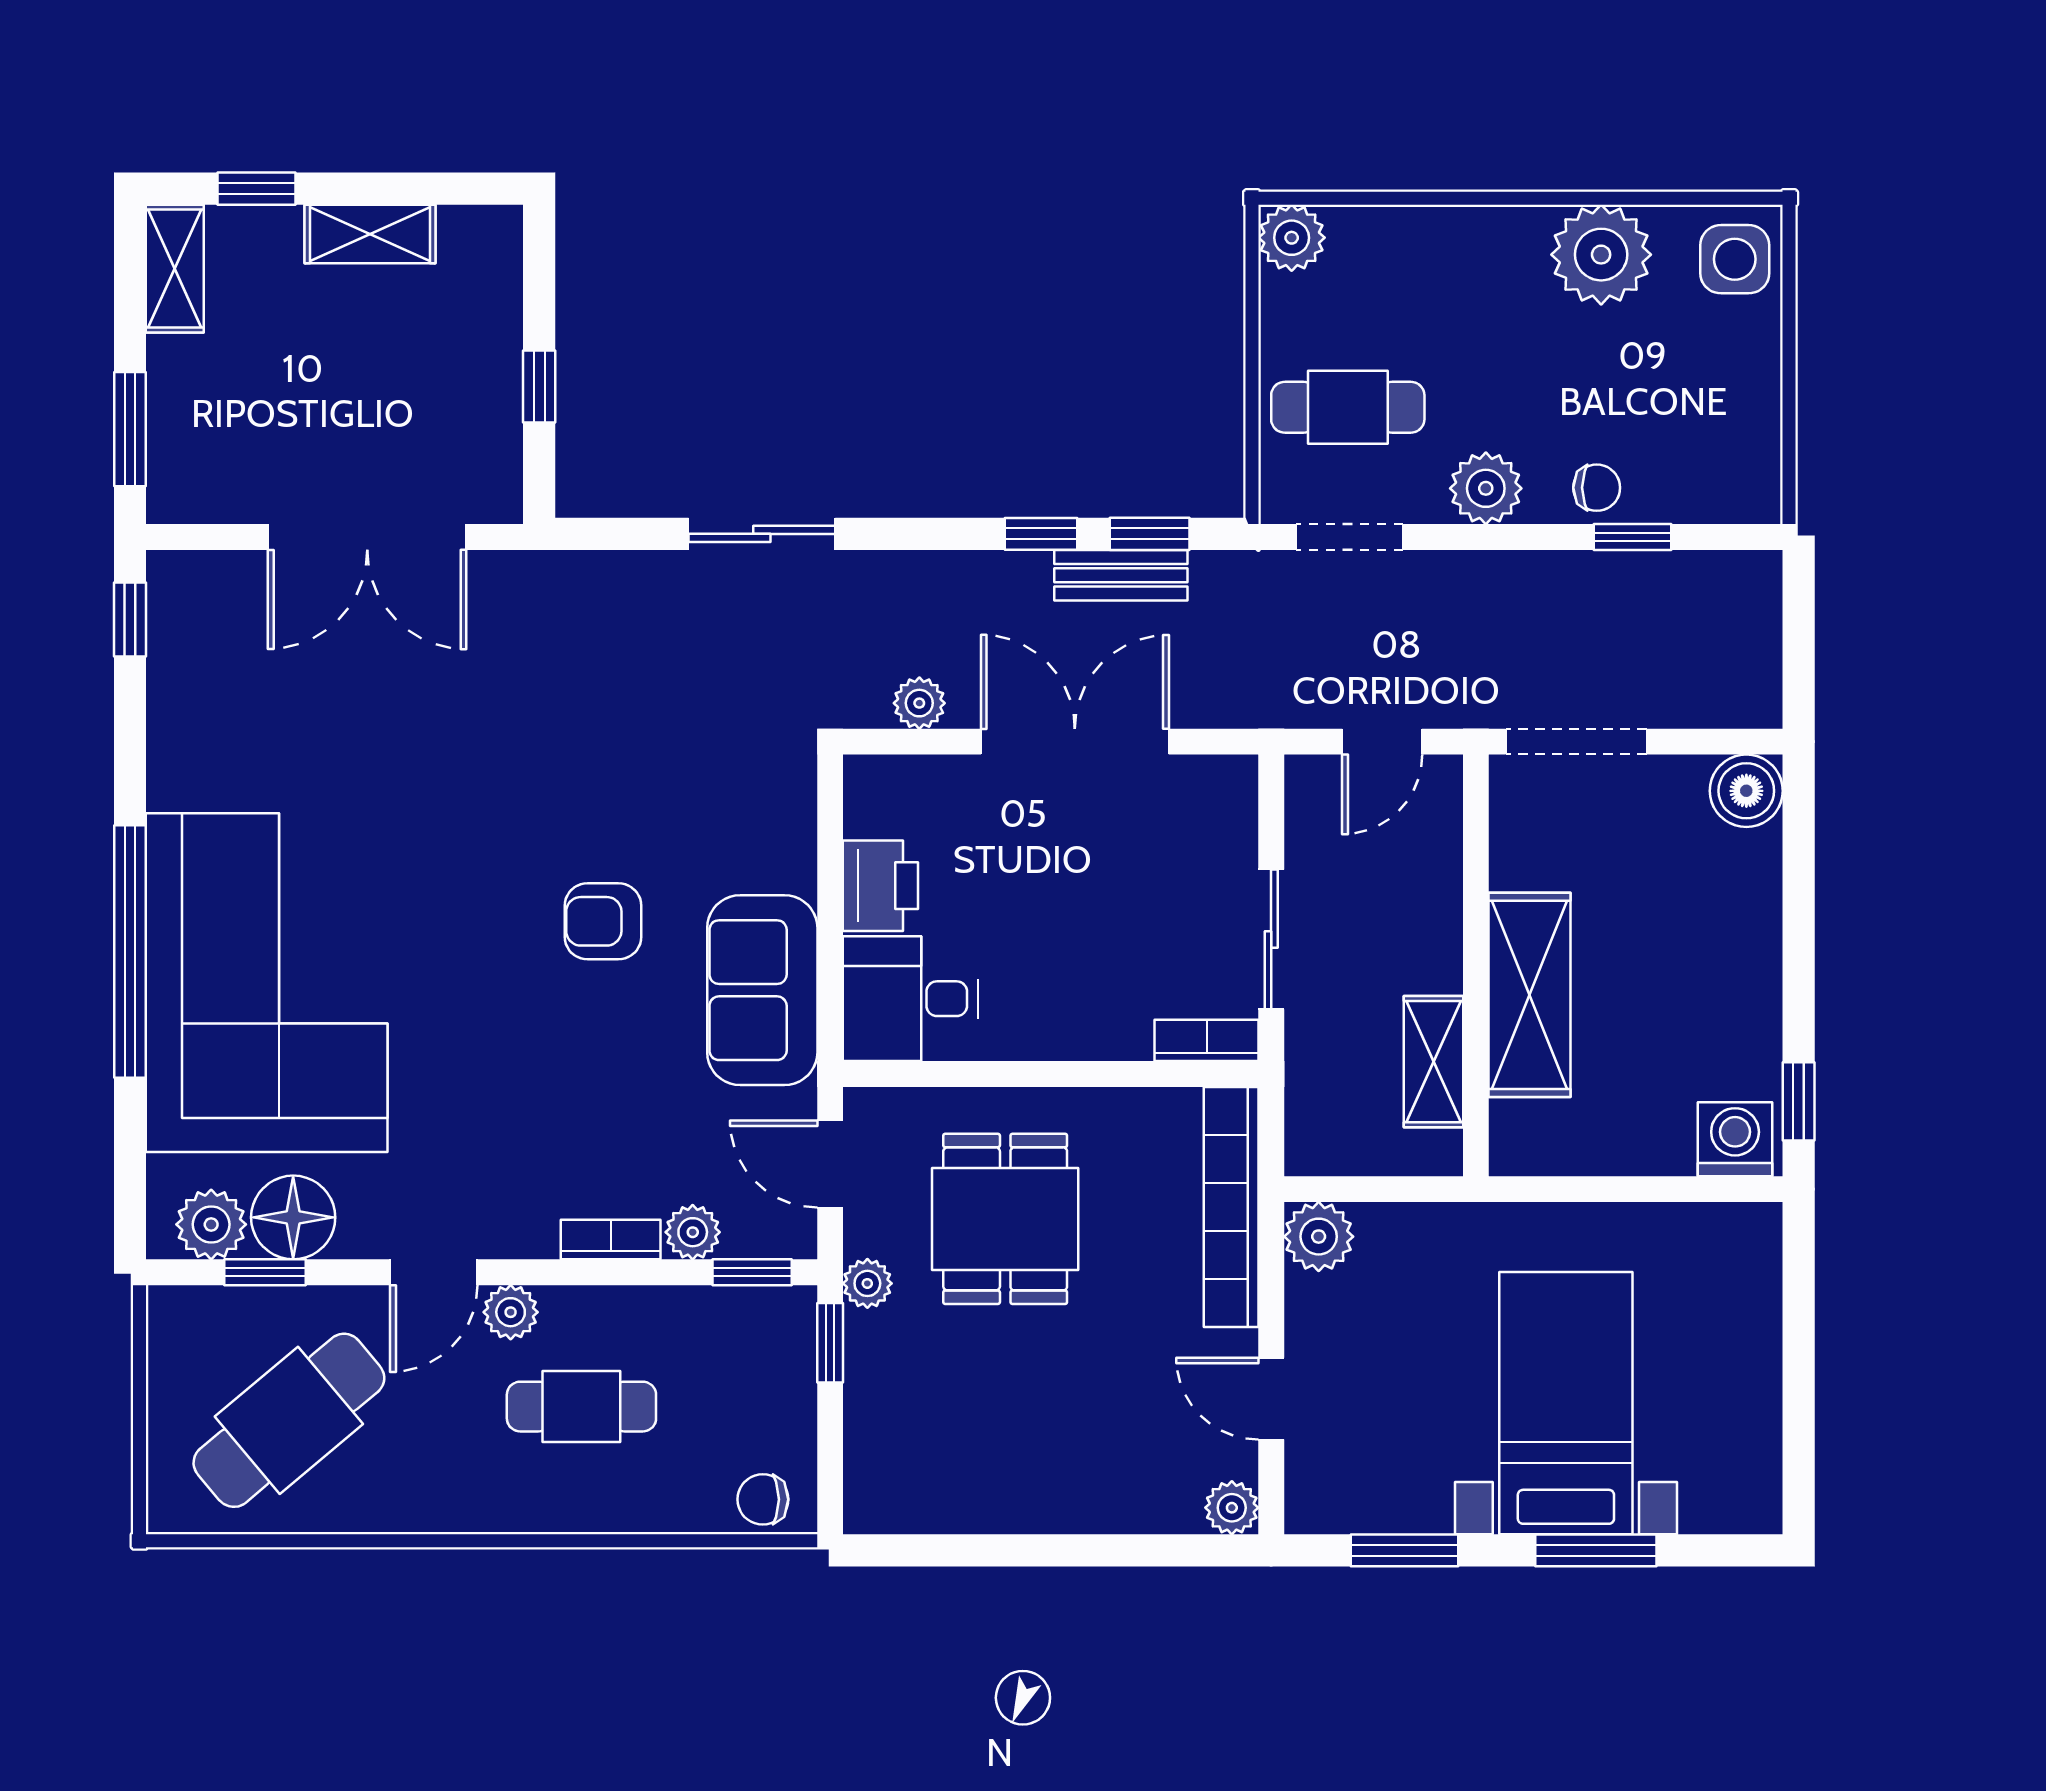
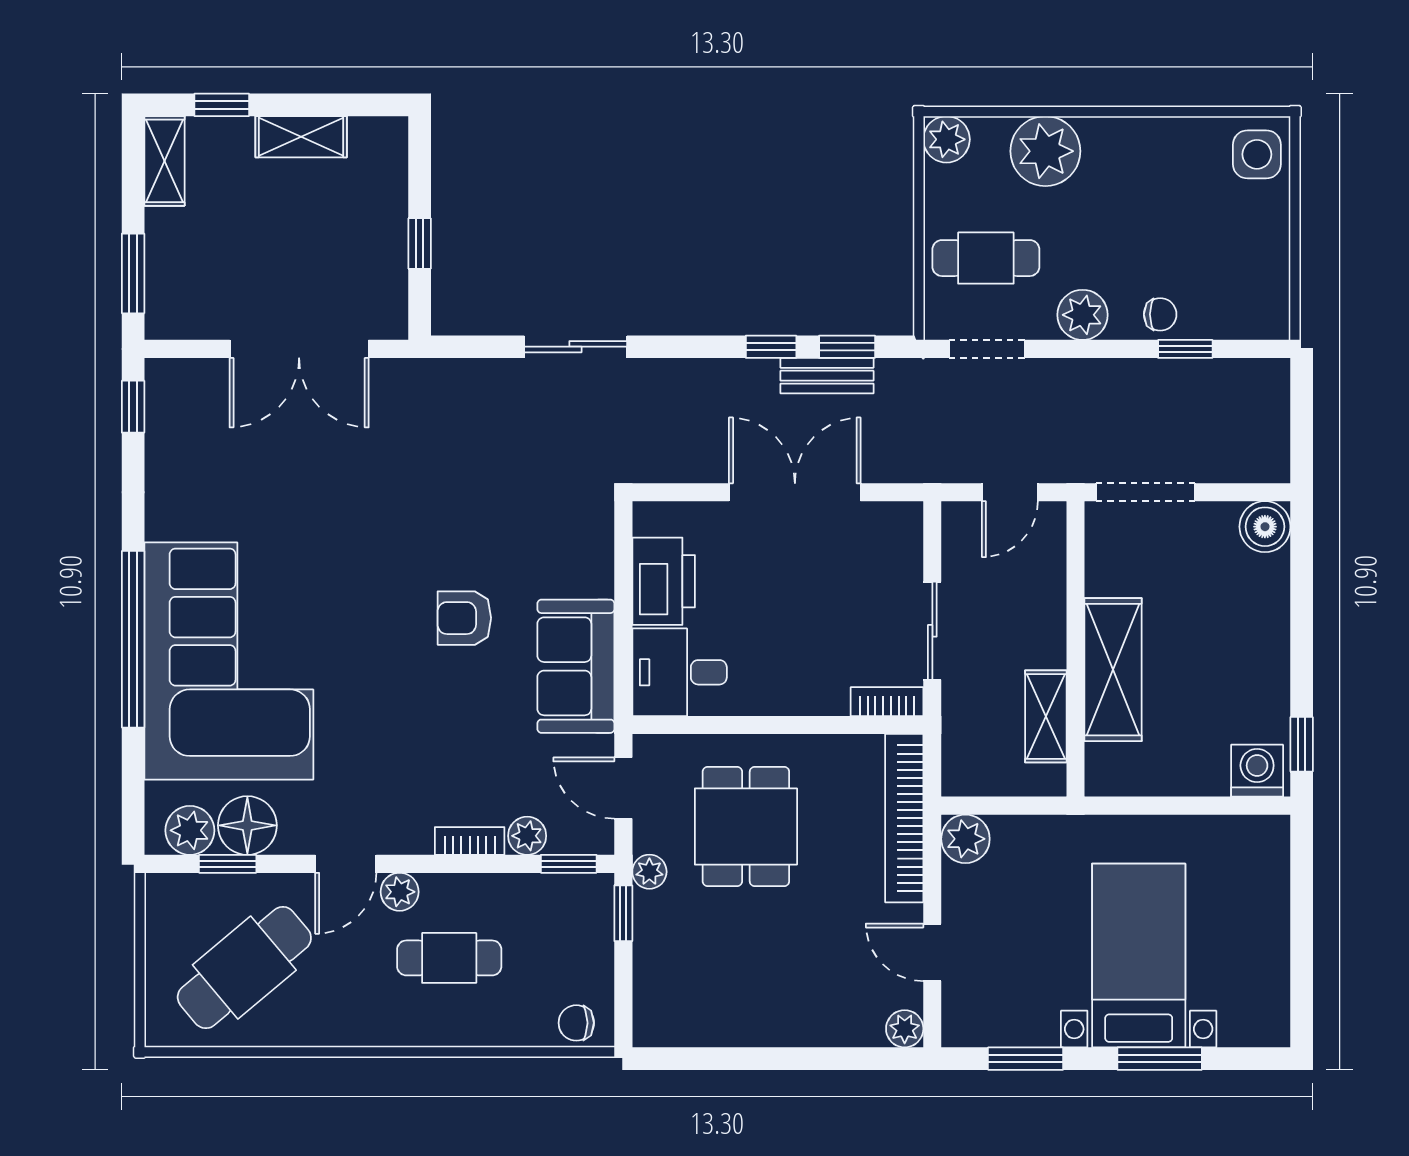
plant: (1601, 255) -> (1045, 151), moved
plant: (919, 703) -> (686, 465), removed
printer: (880, 886) -> (664, 581), width x1.37, depth x1.19

